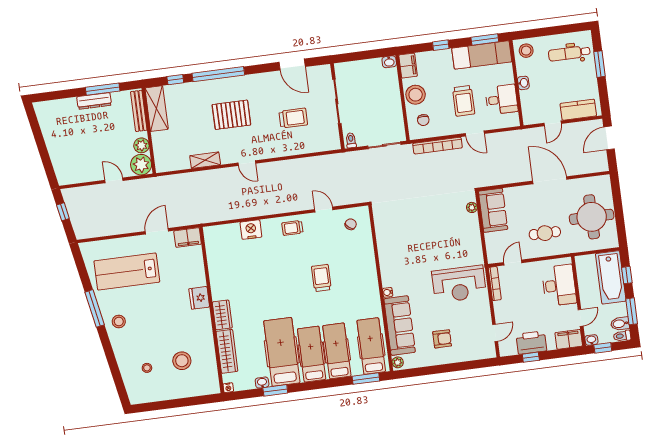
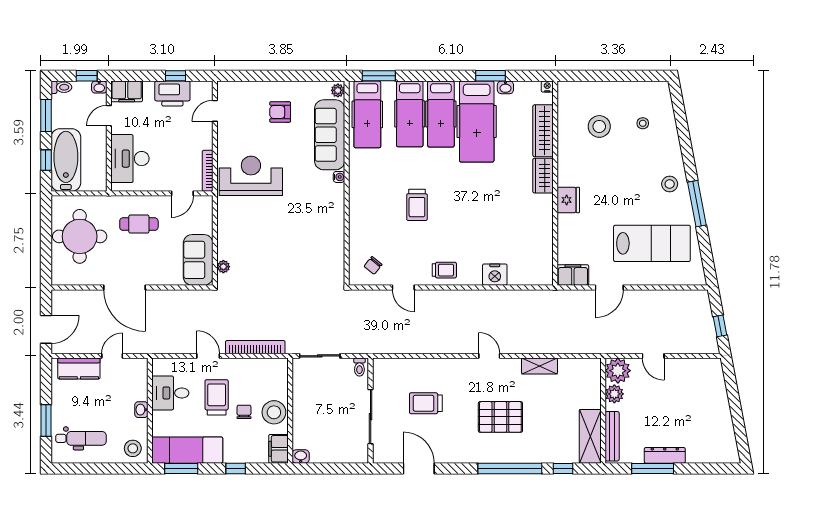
chair: (423, 120) -> (244, 412), moved
bidet: (620, 324) -> (62, 102), removed

